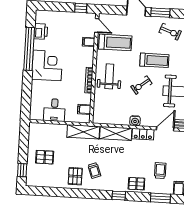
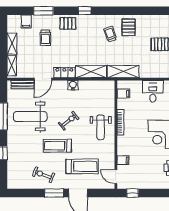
treadmill: (115, 42) -> (82, 166), moved, turned 180

